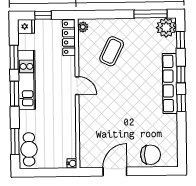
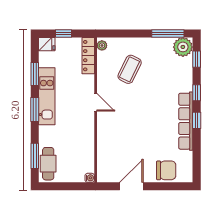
row of seats: (170, 83) -> (186, 121), moved

